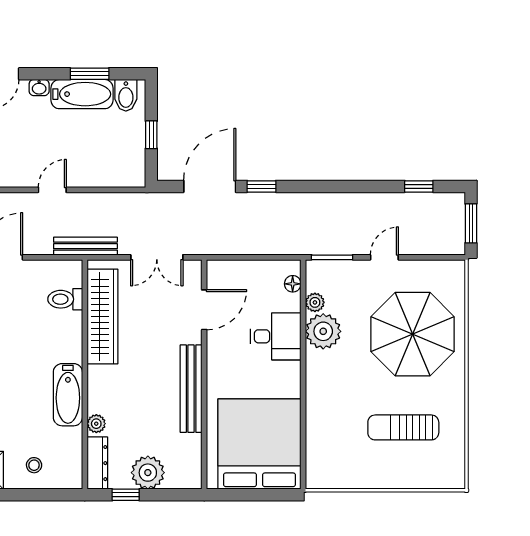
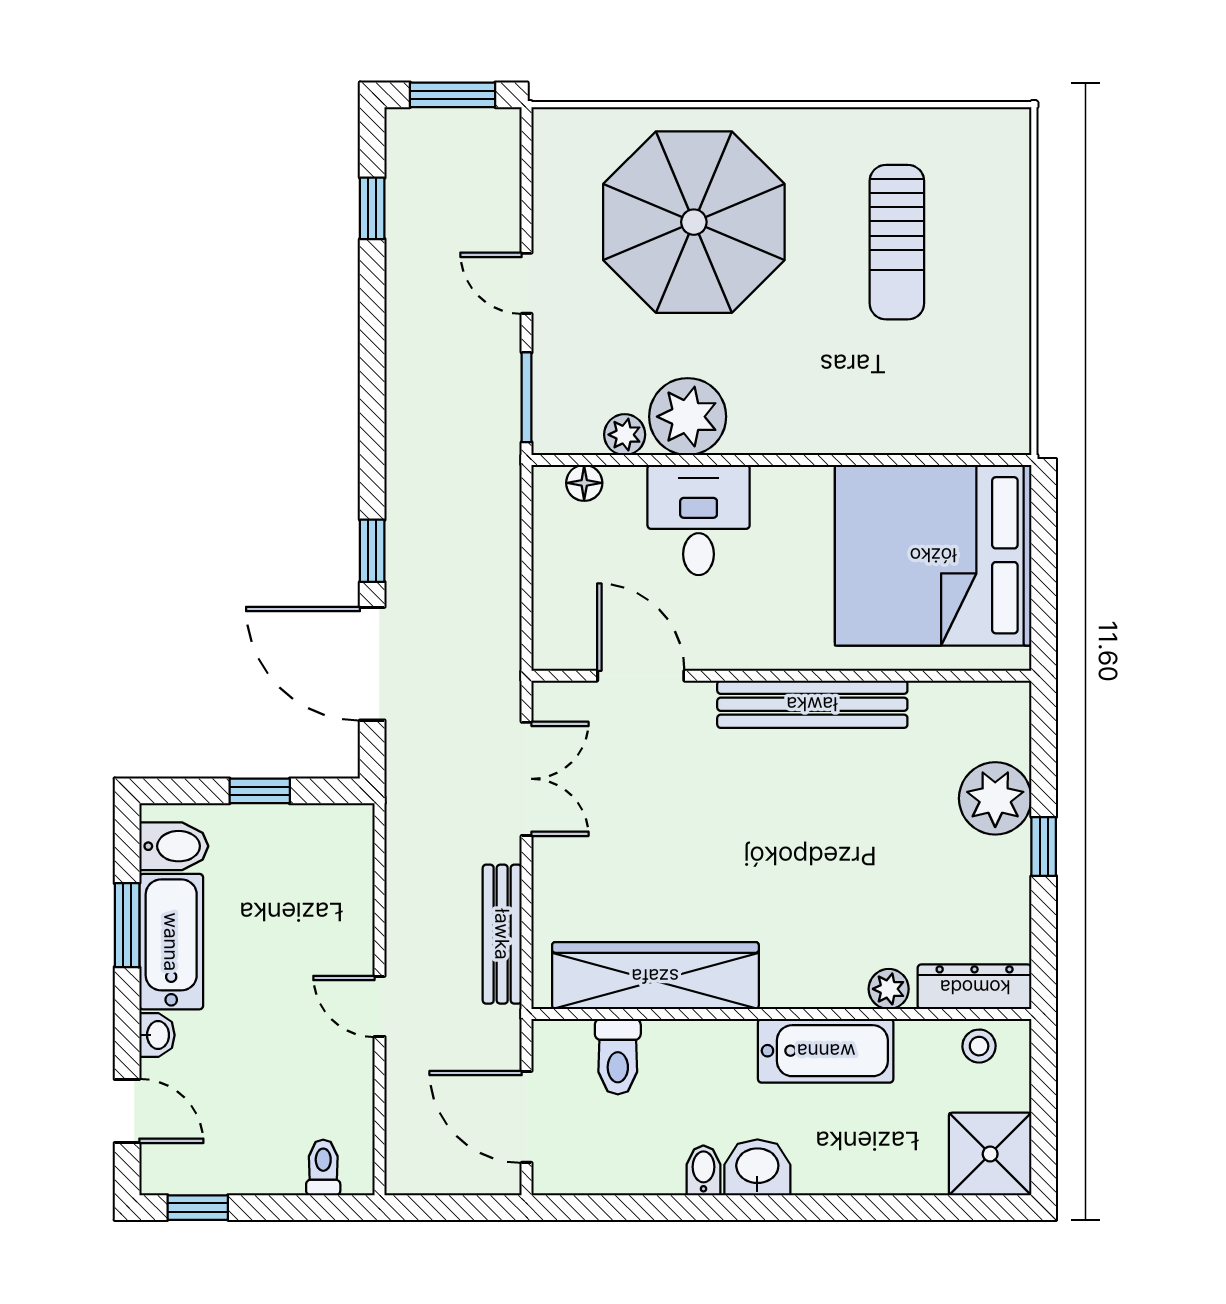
toilet: (65, 299) -> (618, 1057), moved
wardrobe: (102, 317) -> (655, 976), moved
wall: (85, 374) -> (781, 1014), moved
bathtub: (68, 395) -> (826, 1051), moved
plant: (96, 424) -> (889, 989), moved
dresser: (97, 463) -> (975, 987), moved

